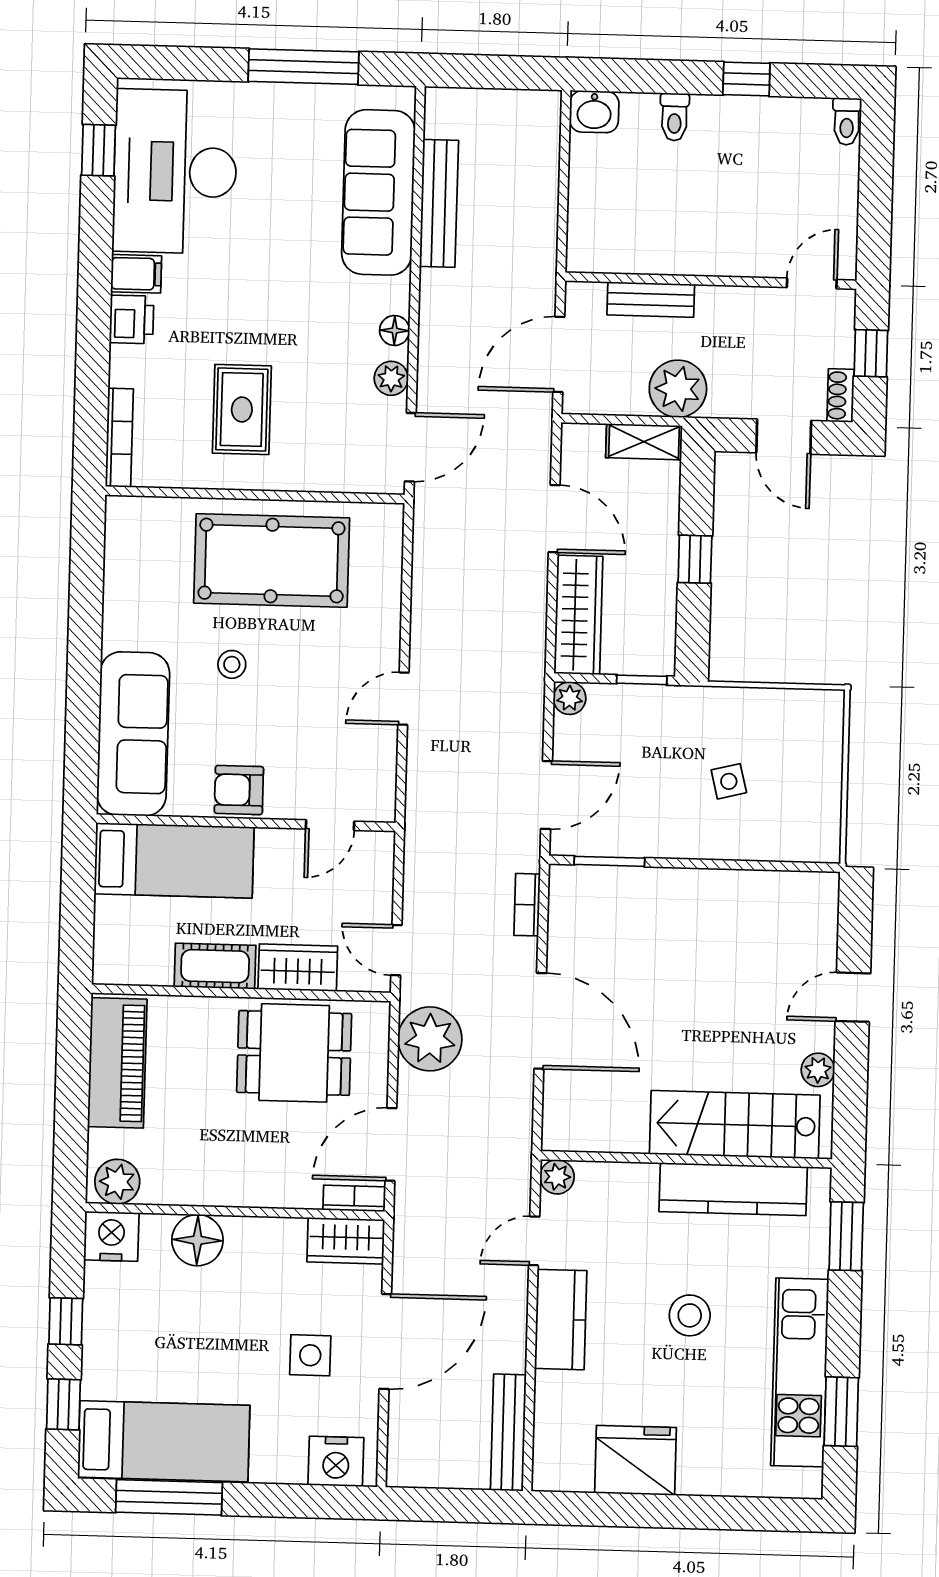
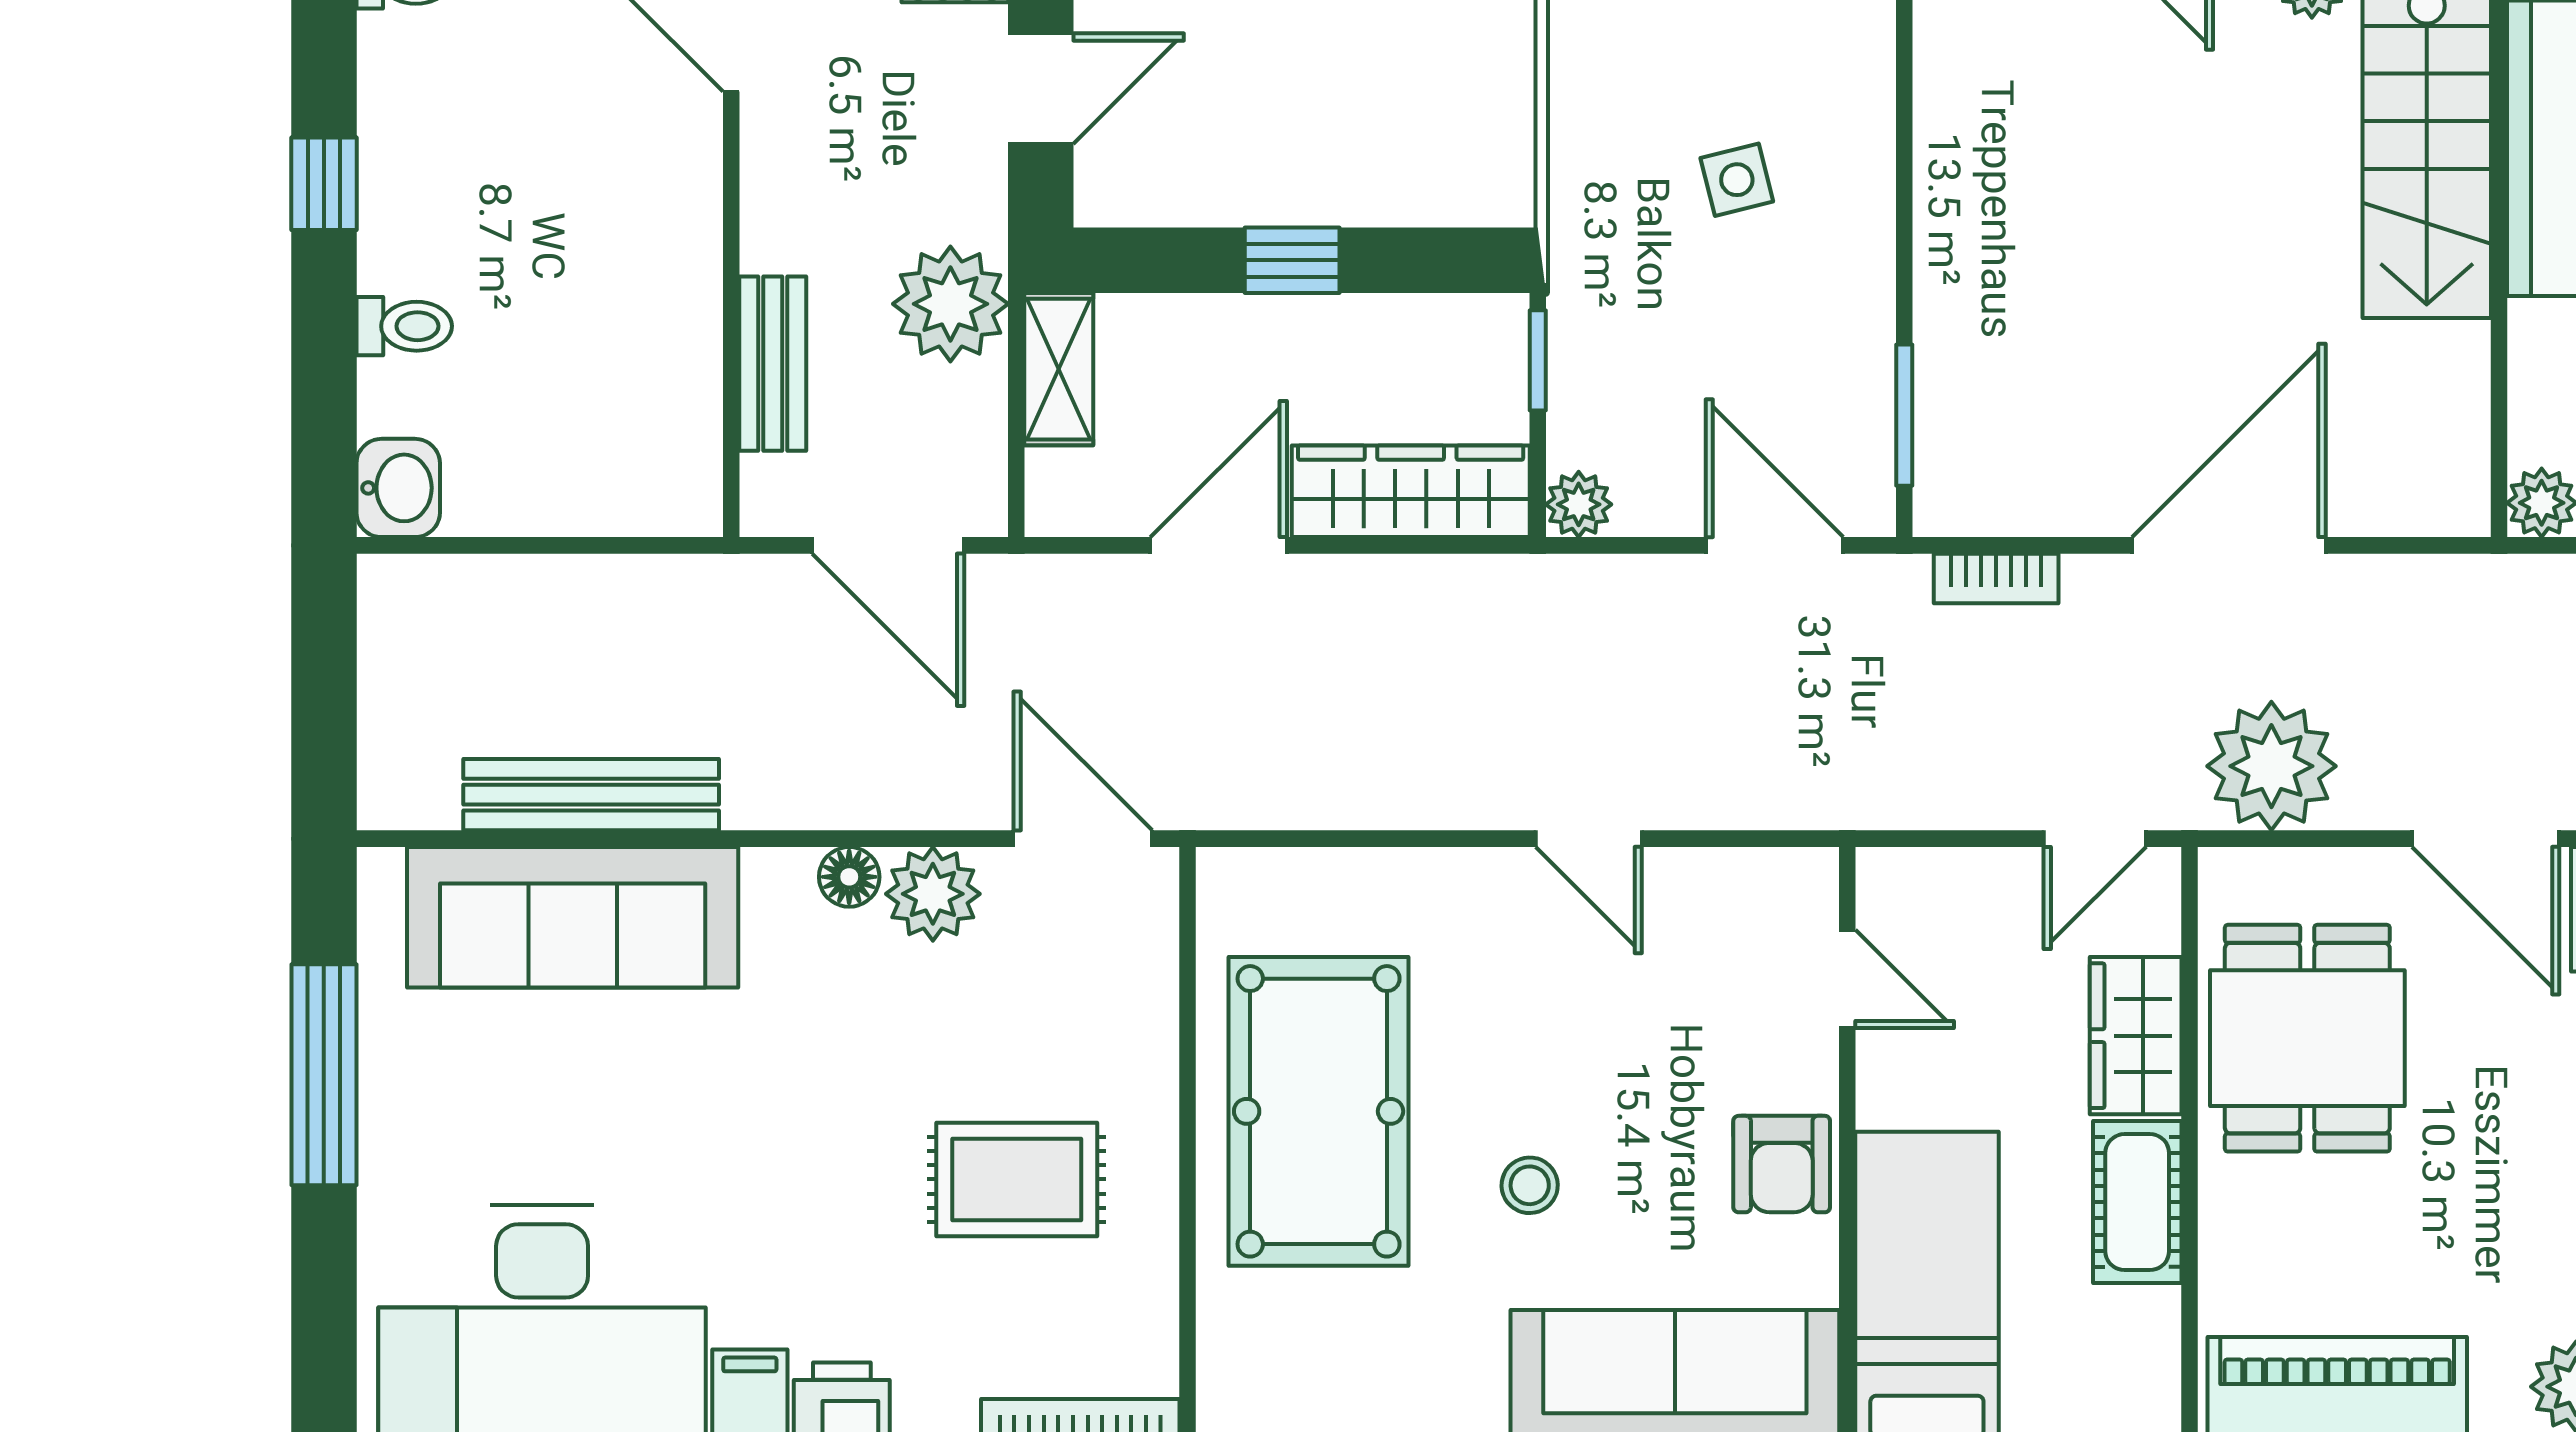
plant: (391, 378) -> (933, 894), width x1.38, depth x1.38

